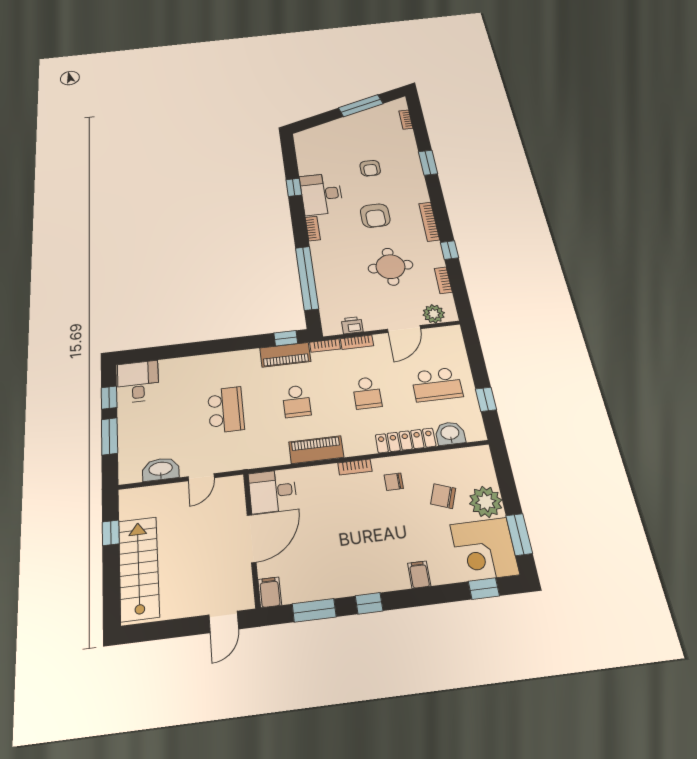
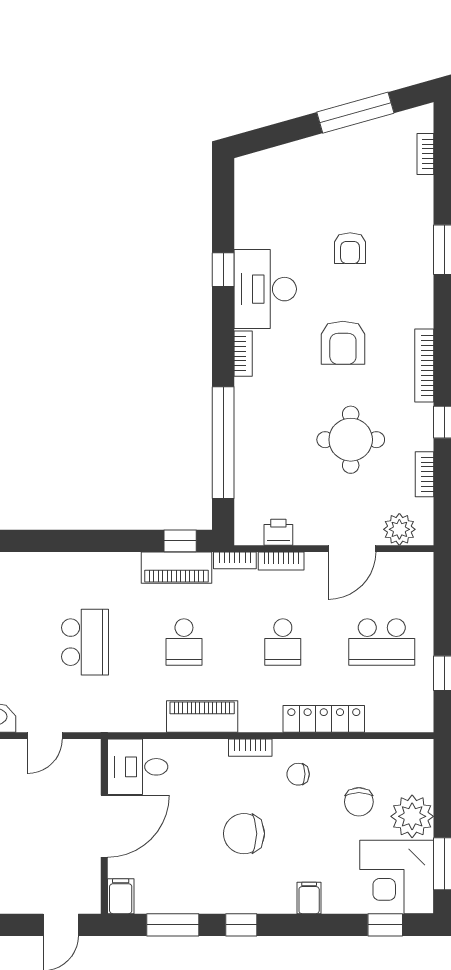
washbasin: (450, 433) -> (385, 716), removed
chair: (443, 496) -> (359, 802), turned -110
chair: (360, 531) -> (244, 834), added

